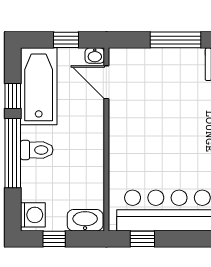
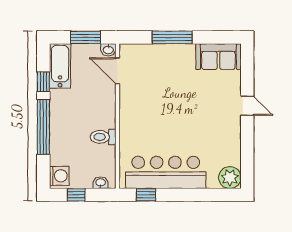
window: (66, 40) -> (85, 37), width x1.50
bathtub: (39, 86) -> (60, 66), width x0.73, depth x0.73
toilet: (37, 150) -> (103, 137), moved, turned 180
washbasin: (85, 220) -> (101, 183), width x0.52, depth x0.69

